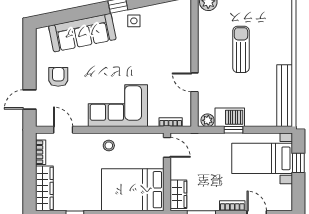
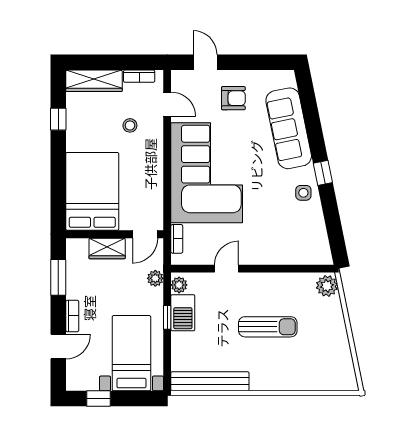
corner sofa: (118, 106) -> (207, 173), width x1.36, depth x1.36
door: (63, 130) -> (167, 104), hinge flipped
plant: (202, 139) -> (155, 278), added
stool: (109, 146) -> (130, 125), moved
window: (298, 163) -> (99, 399), moved
wardrobe: (178, 194) -> (107, 249), moved

